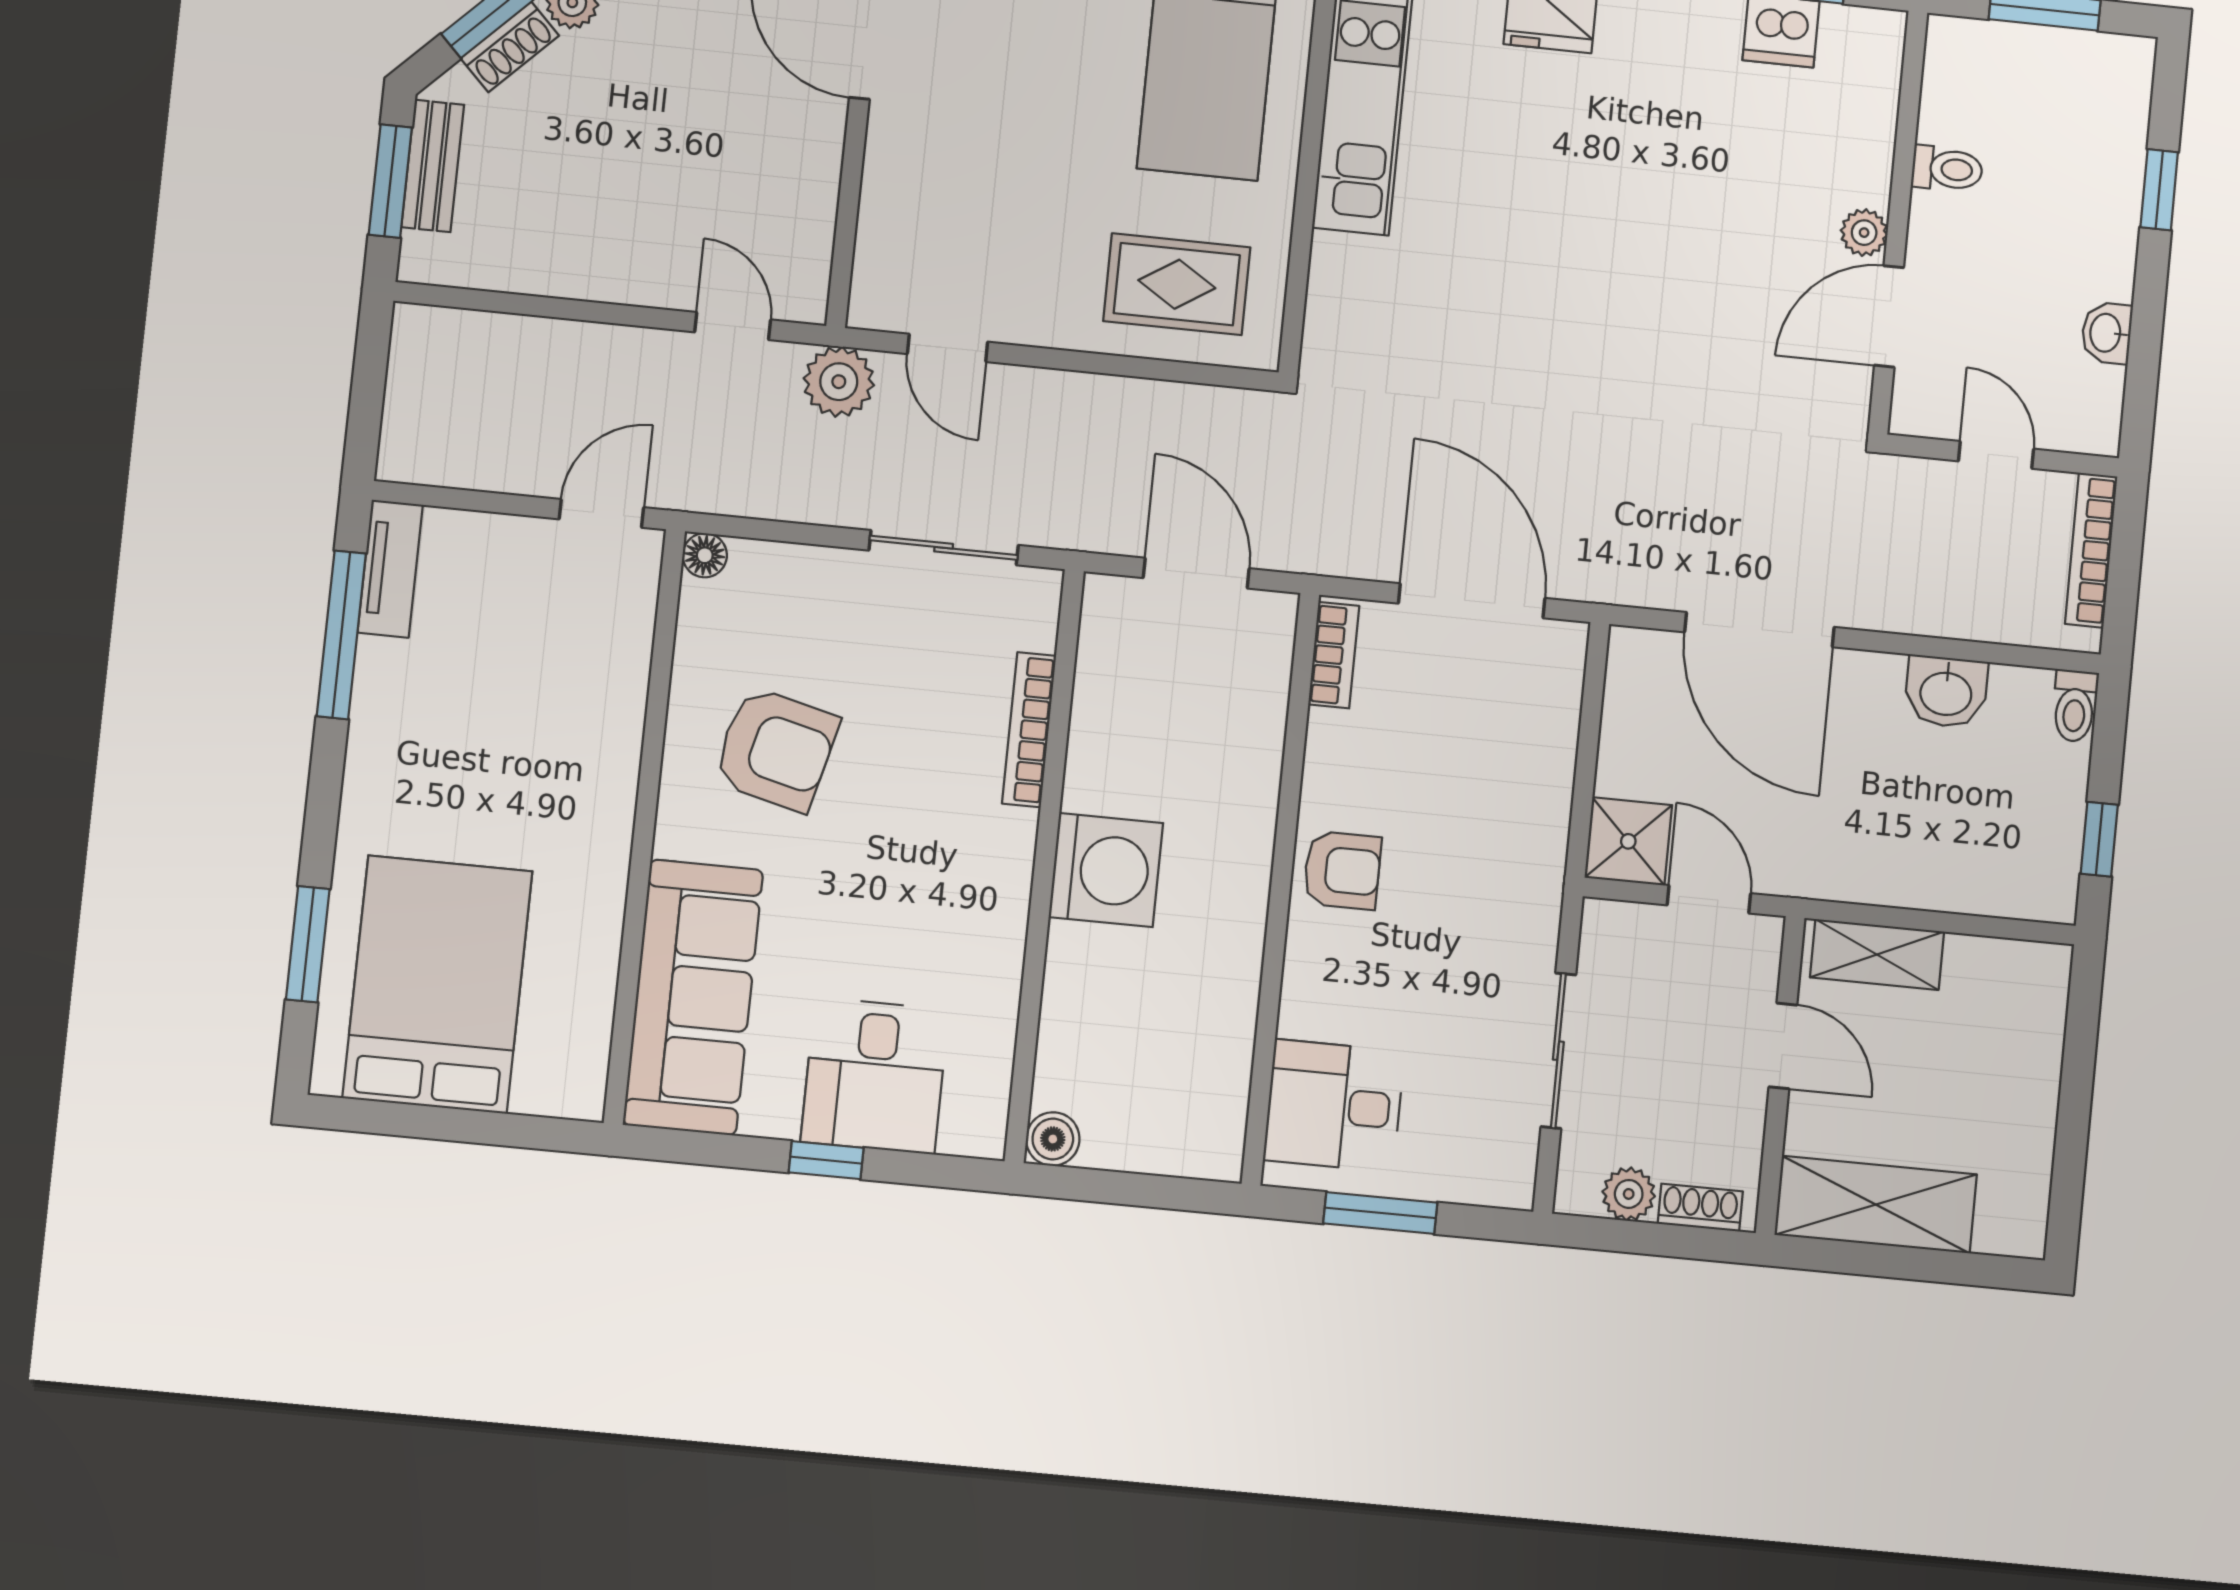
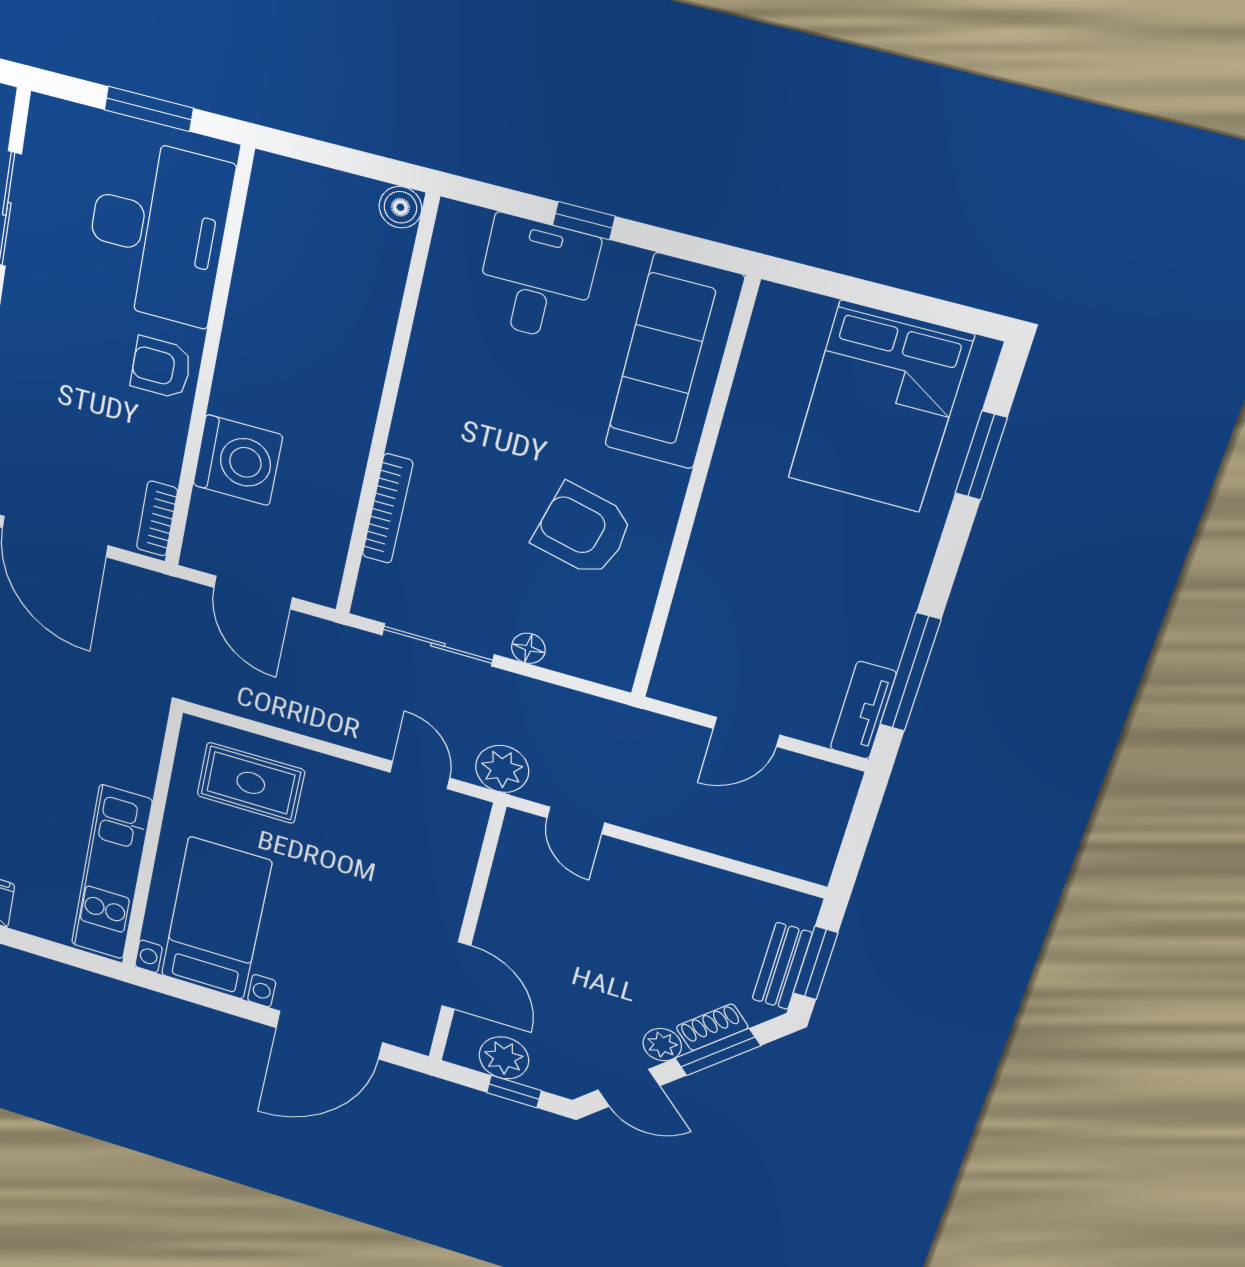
door: (601, 513) -> (746, 732), moved
floor lamp: (705, 555) -> (528, 648), moved
washing machine: (1106, 870) -> (238, 460), moved, turned 180
desk: (1334, 1106) -> (158, 231), width x1.87, depth x1.30

